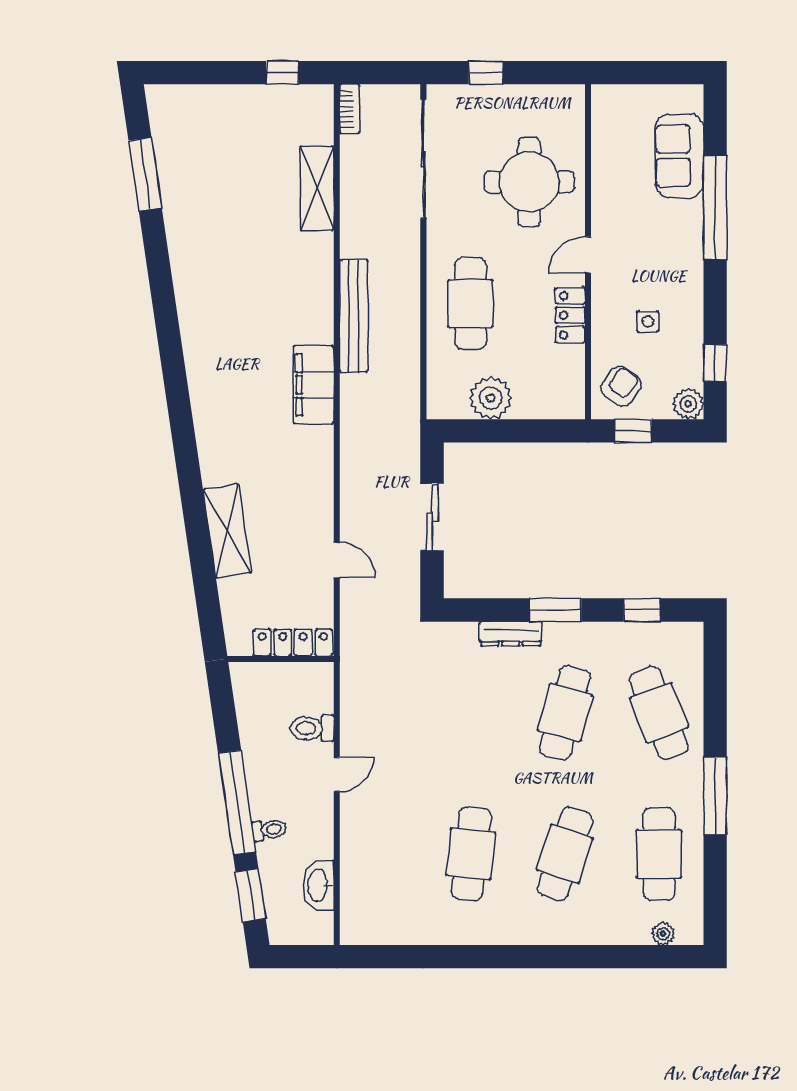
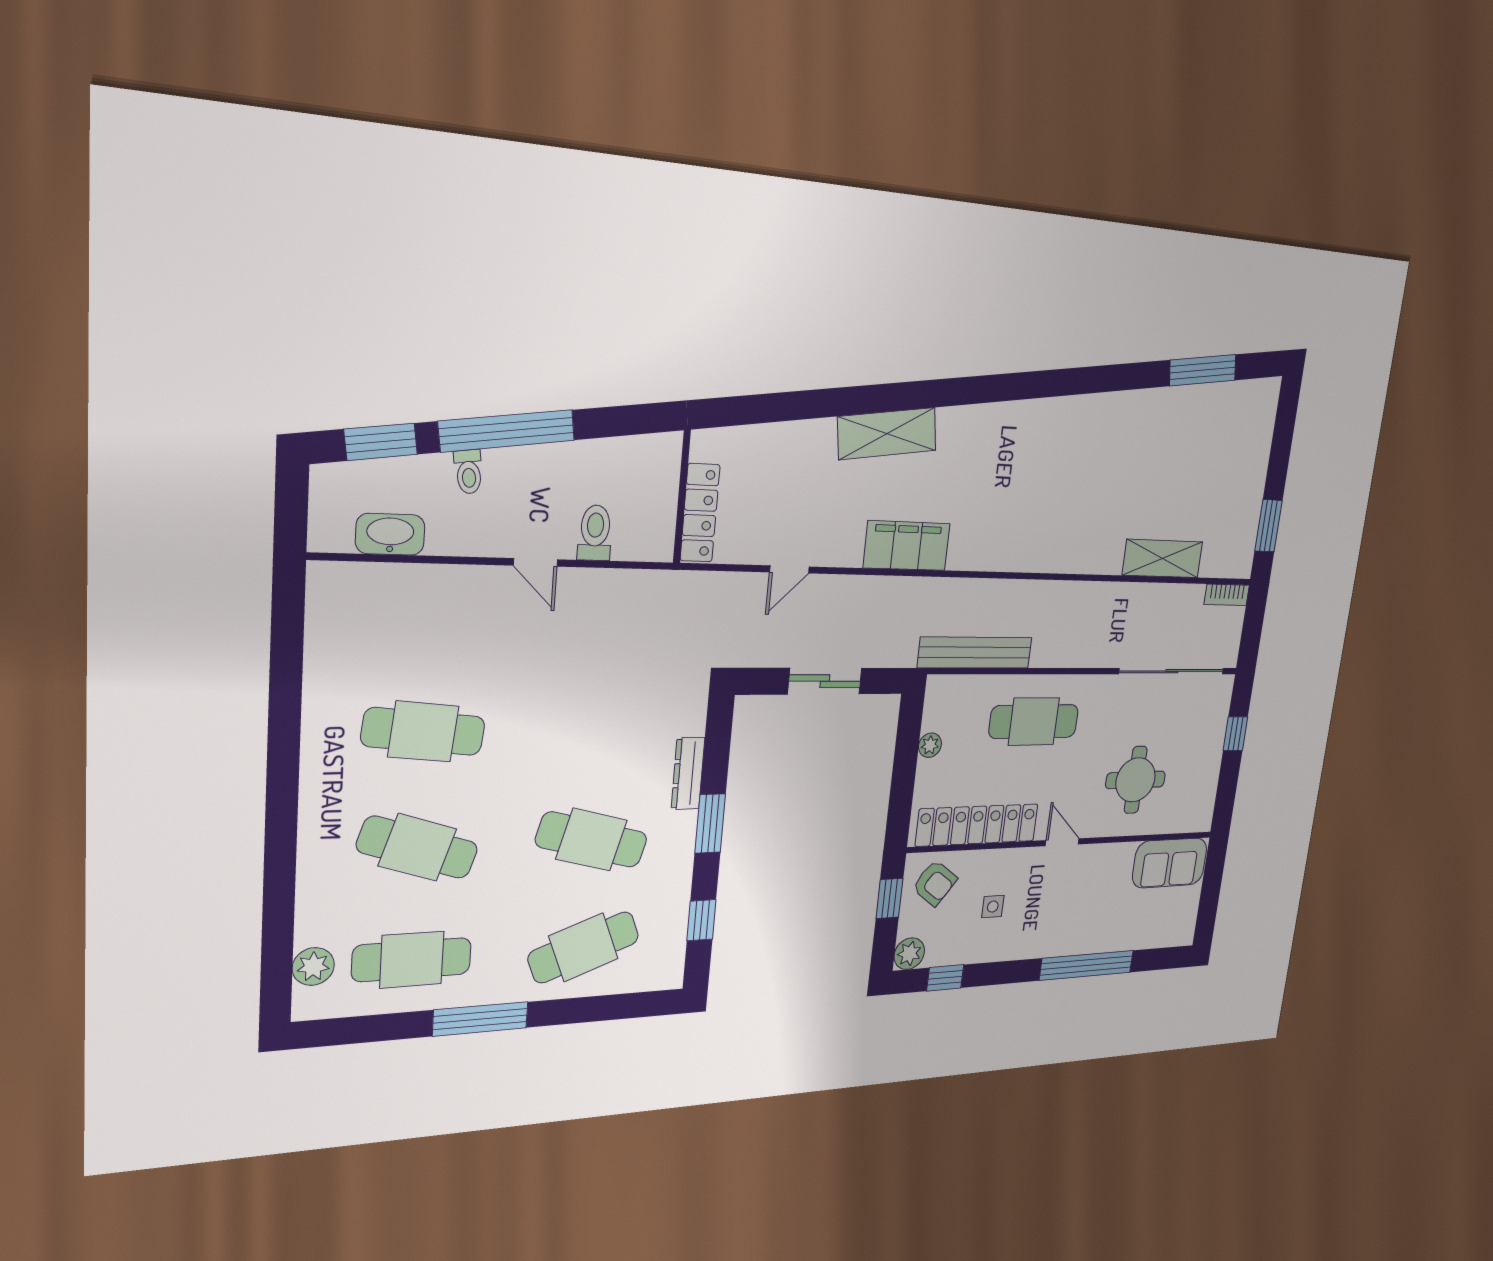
window: (282, 73) -> (1269, 526), width x1.50
sofa: (679, 156) -> (1170, 863), moved, turned 180
round table: (529, 182) -> (1136, 780), width x0.73, depth x0.73
locker: (570, 315) -> (977, 825), width x2.16, depth x1.21
bench: (354, 316) -> (975, 653), moved
filing cabinet: (314, 385) -> (907, 546), moved
plant: (491, 398) -> (930, 745), width x0.53, depth x0.53
shelving: (227, 531) -> (887, 434), moved
plant: (663, 934) -> (313, 966), width x1.38, depth x1.38

